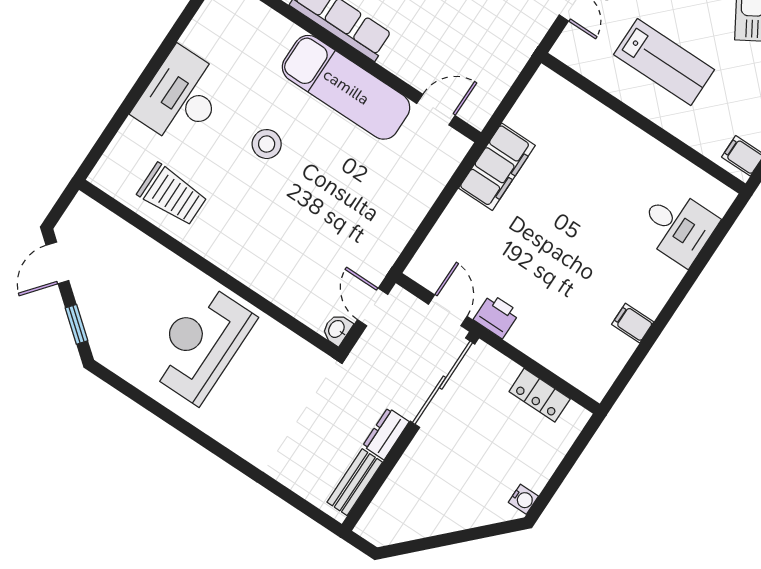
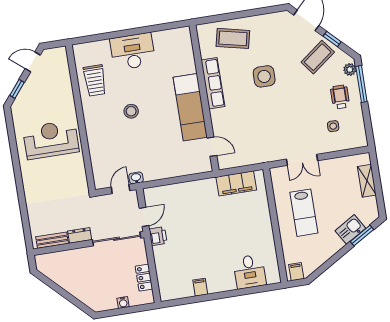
stool: (267, 144) -> (131, 111), moved
filing cabinet: (497, 167) -> (236, 183), moved
washbasin: (337, 329) -> (136, 178), moved
water cooler: (523, 499) -> (123, 303), moved

